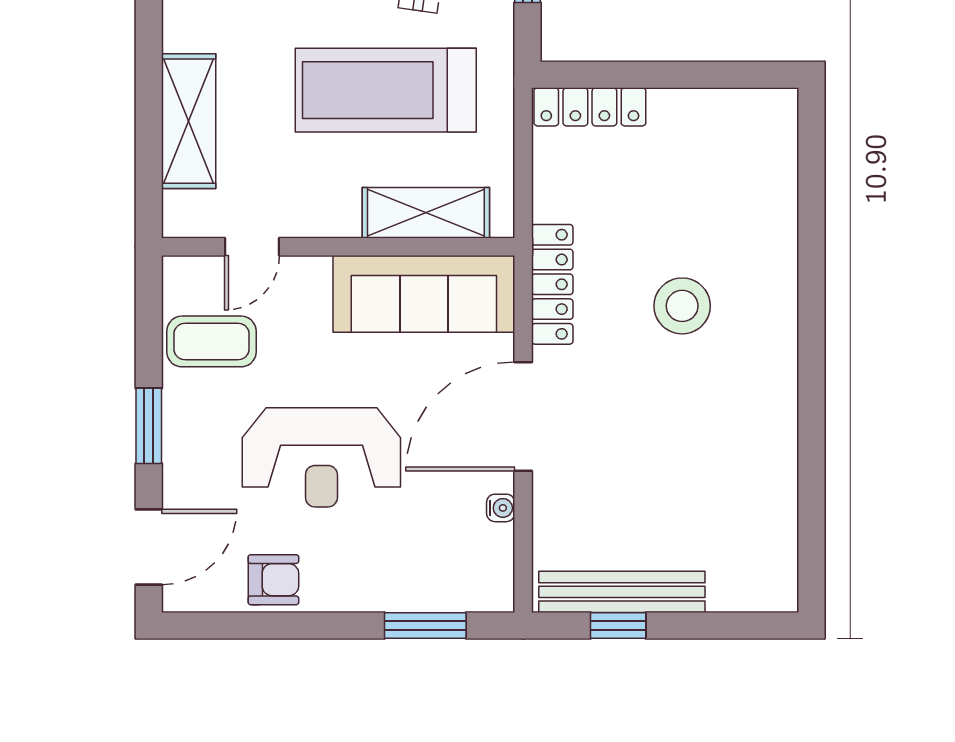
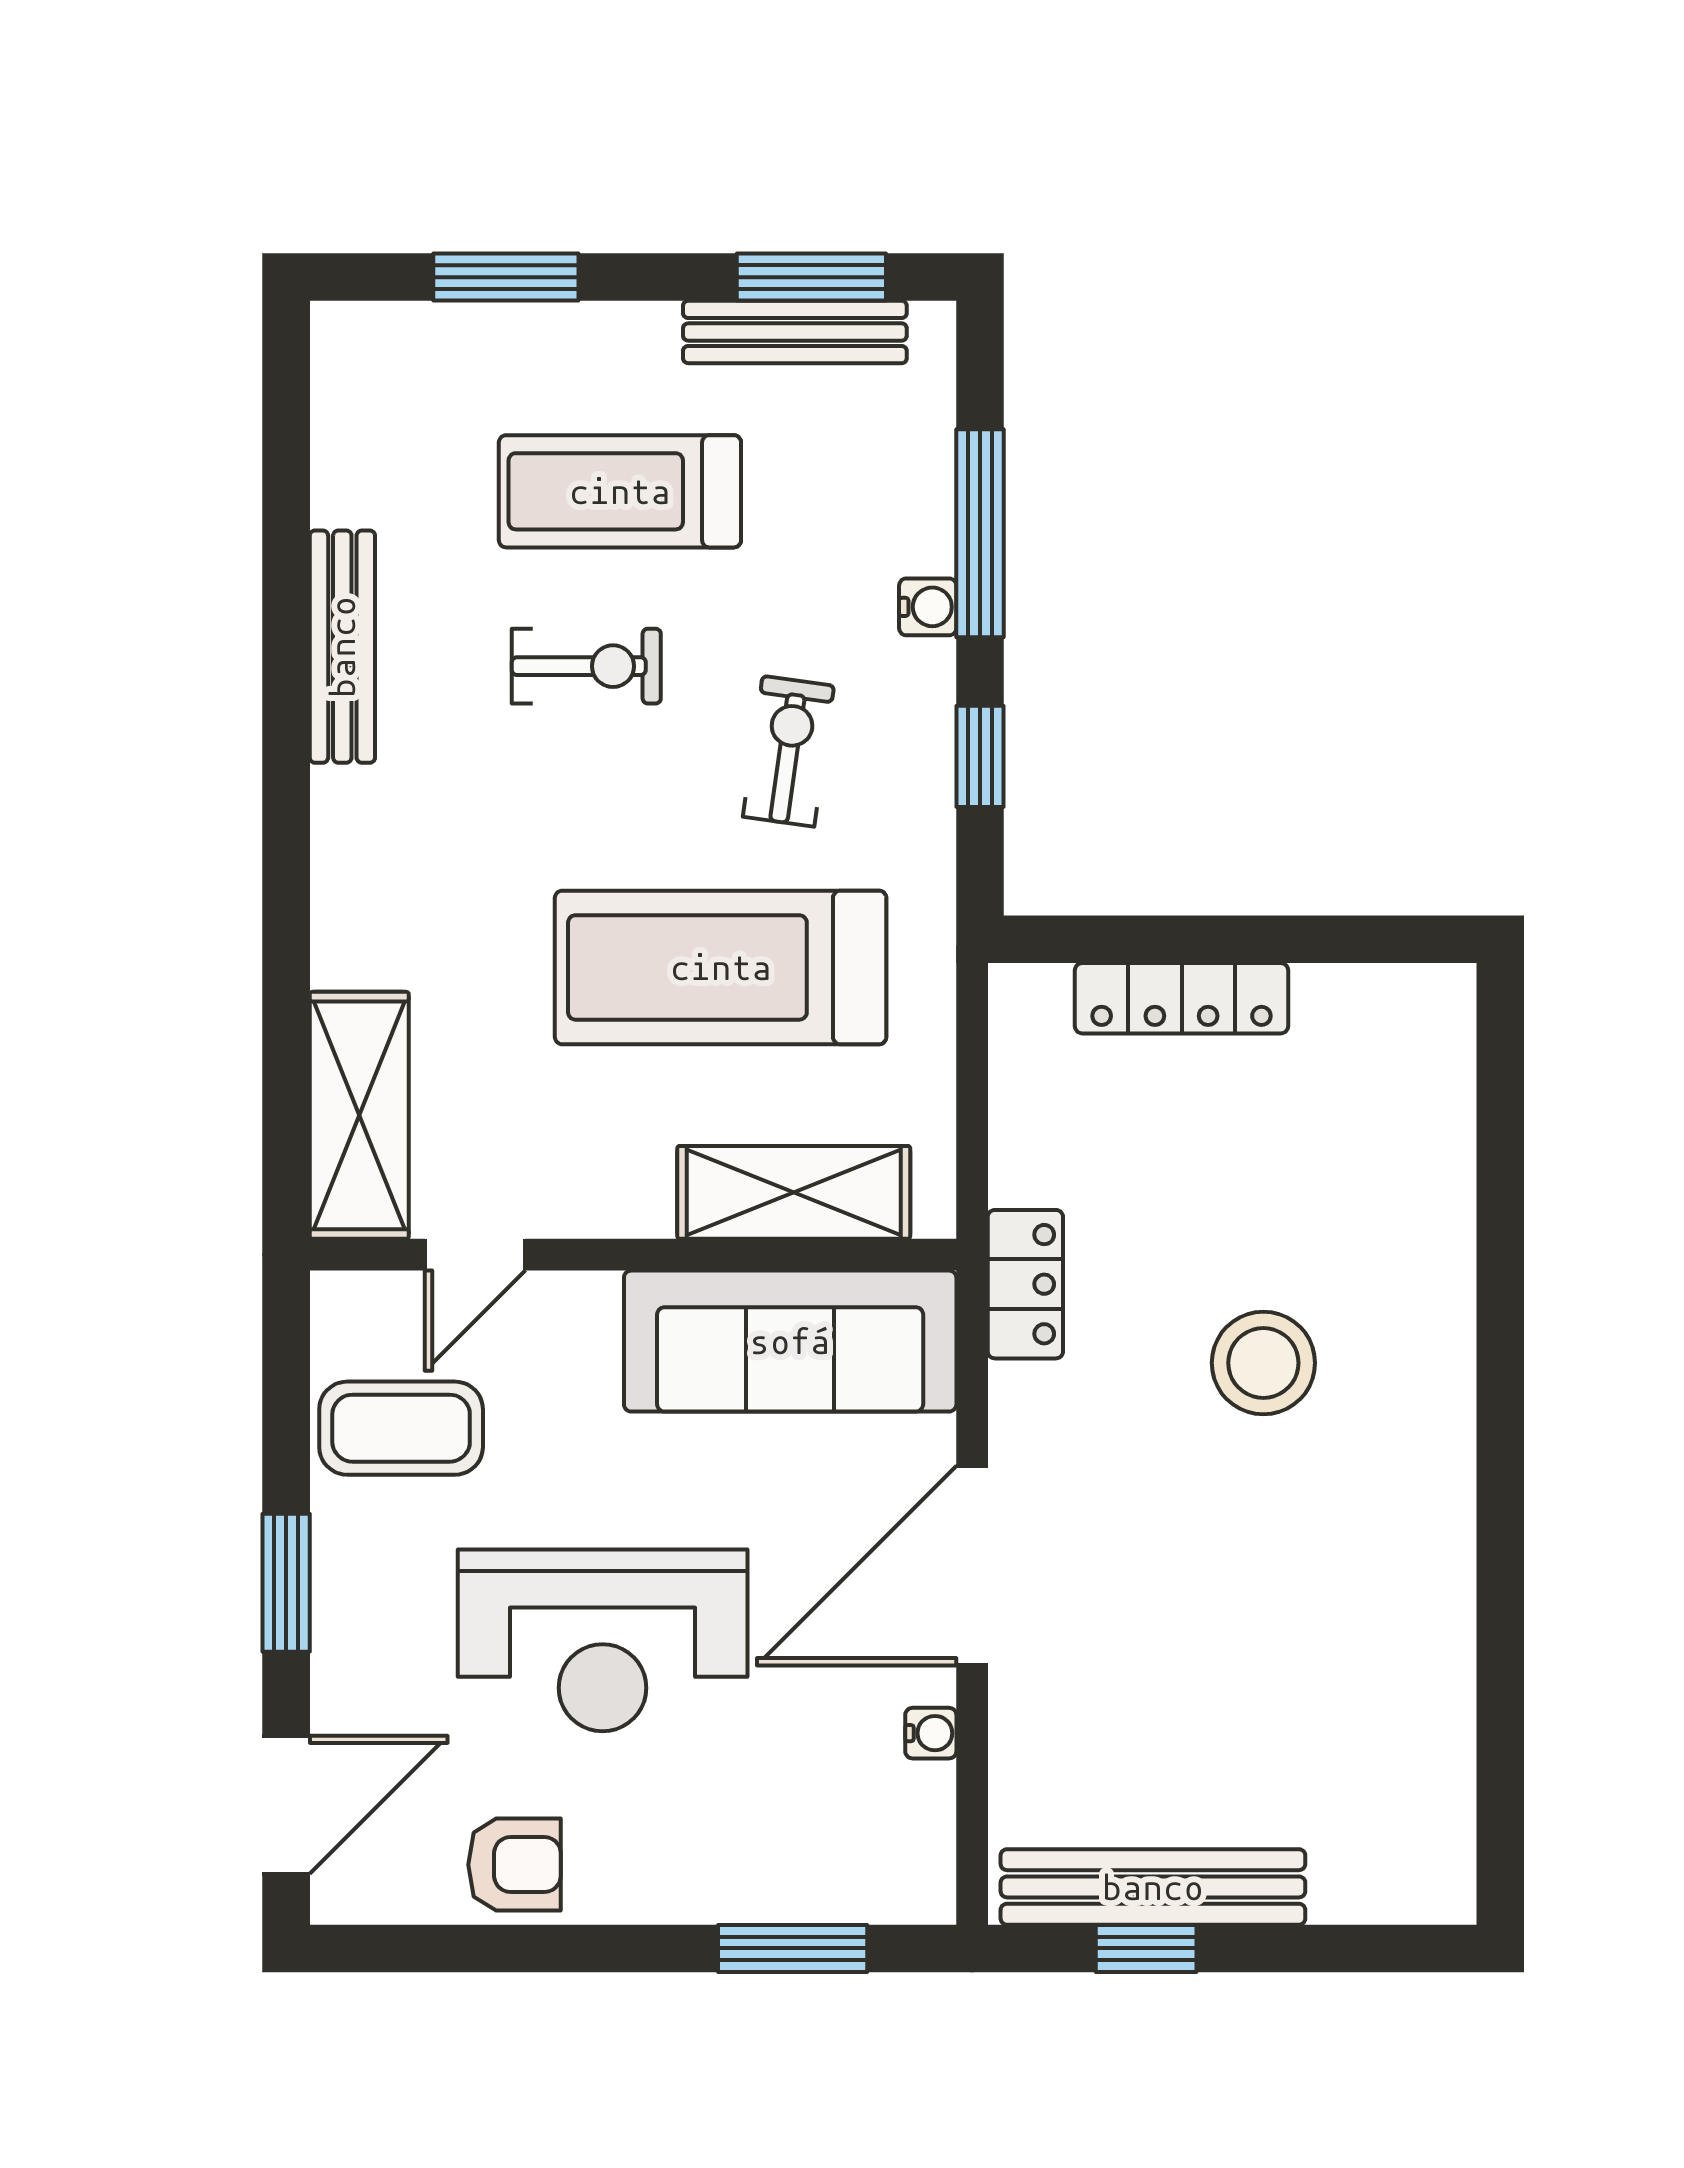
locker: (590, 107) -> (1182, 998), moved
shelving: (189, 121) -> (359, 1115), moved
locker: (552, 284) -> (1025, 1284), width x0.66

